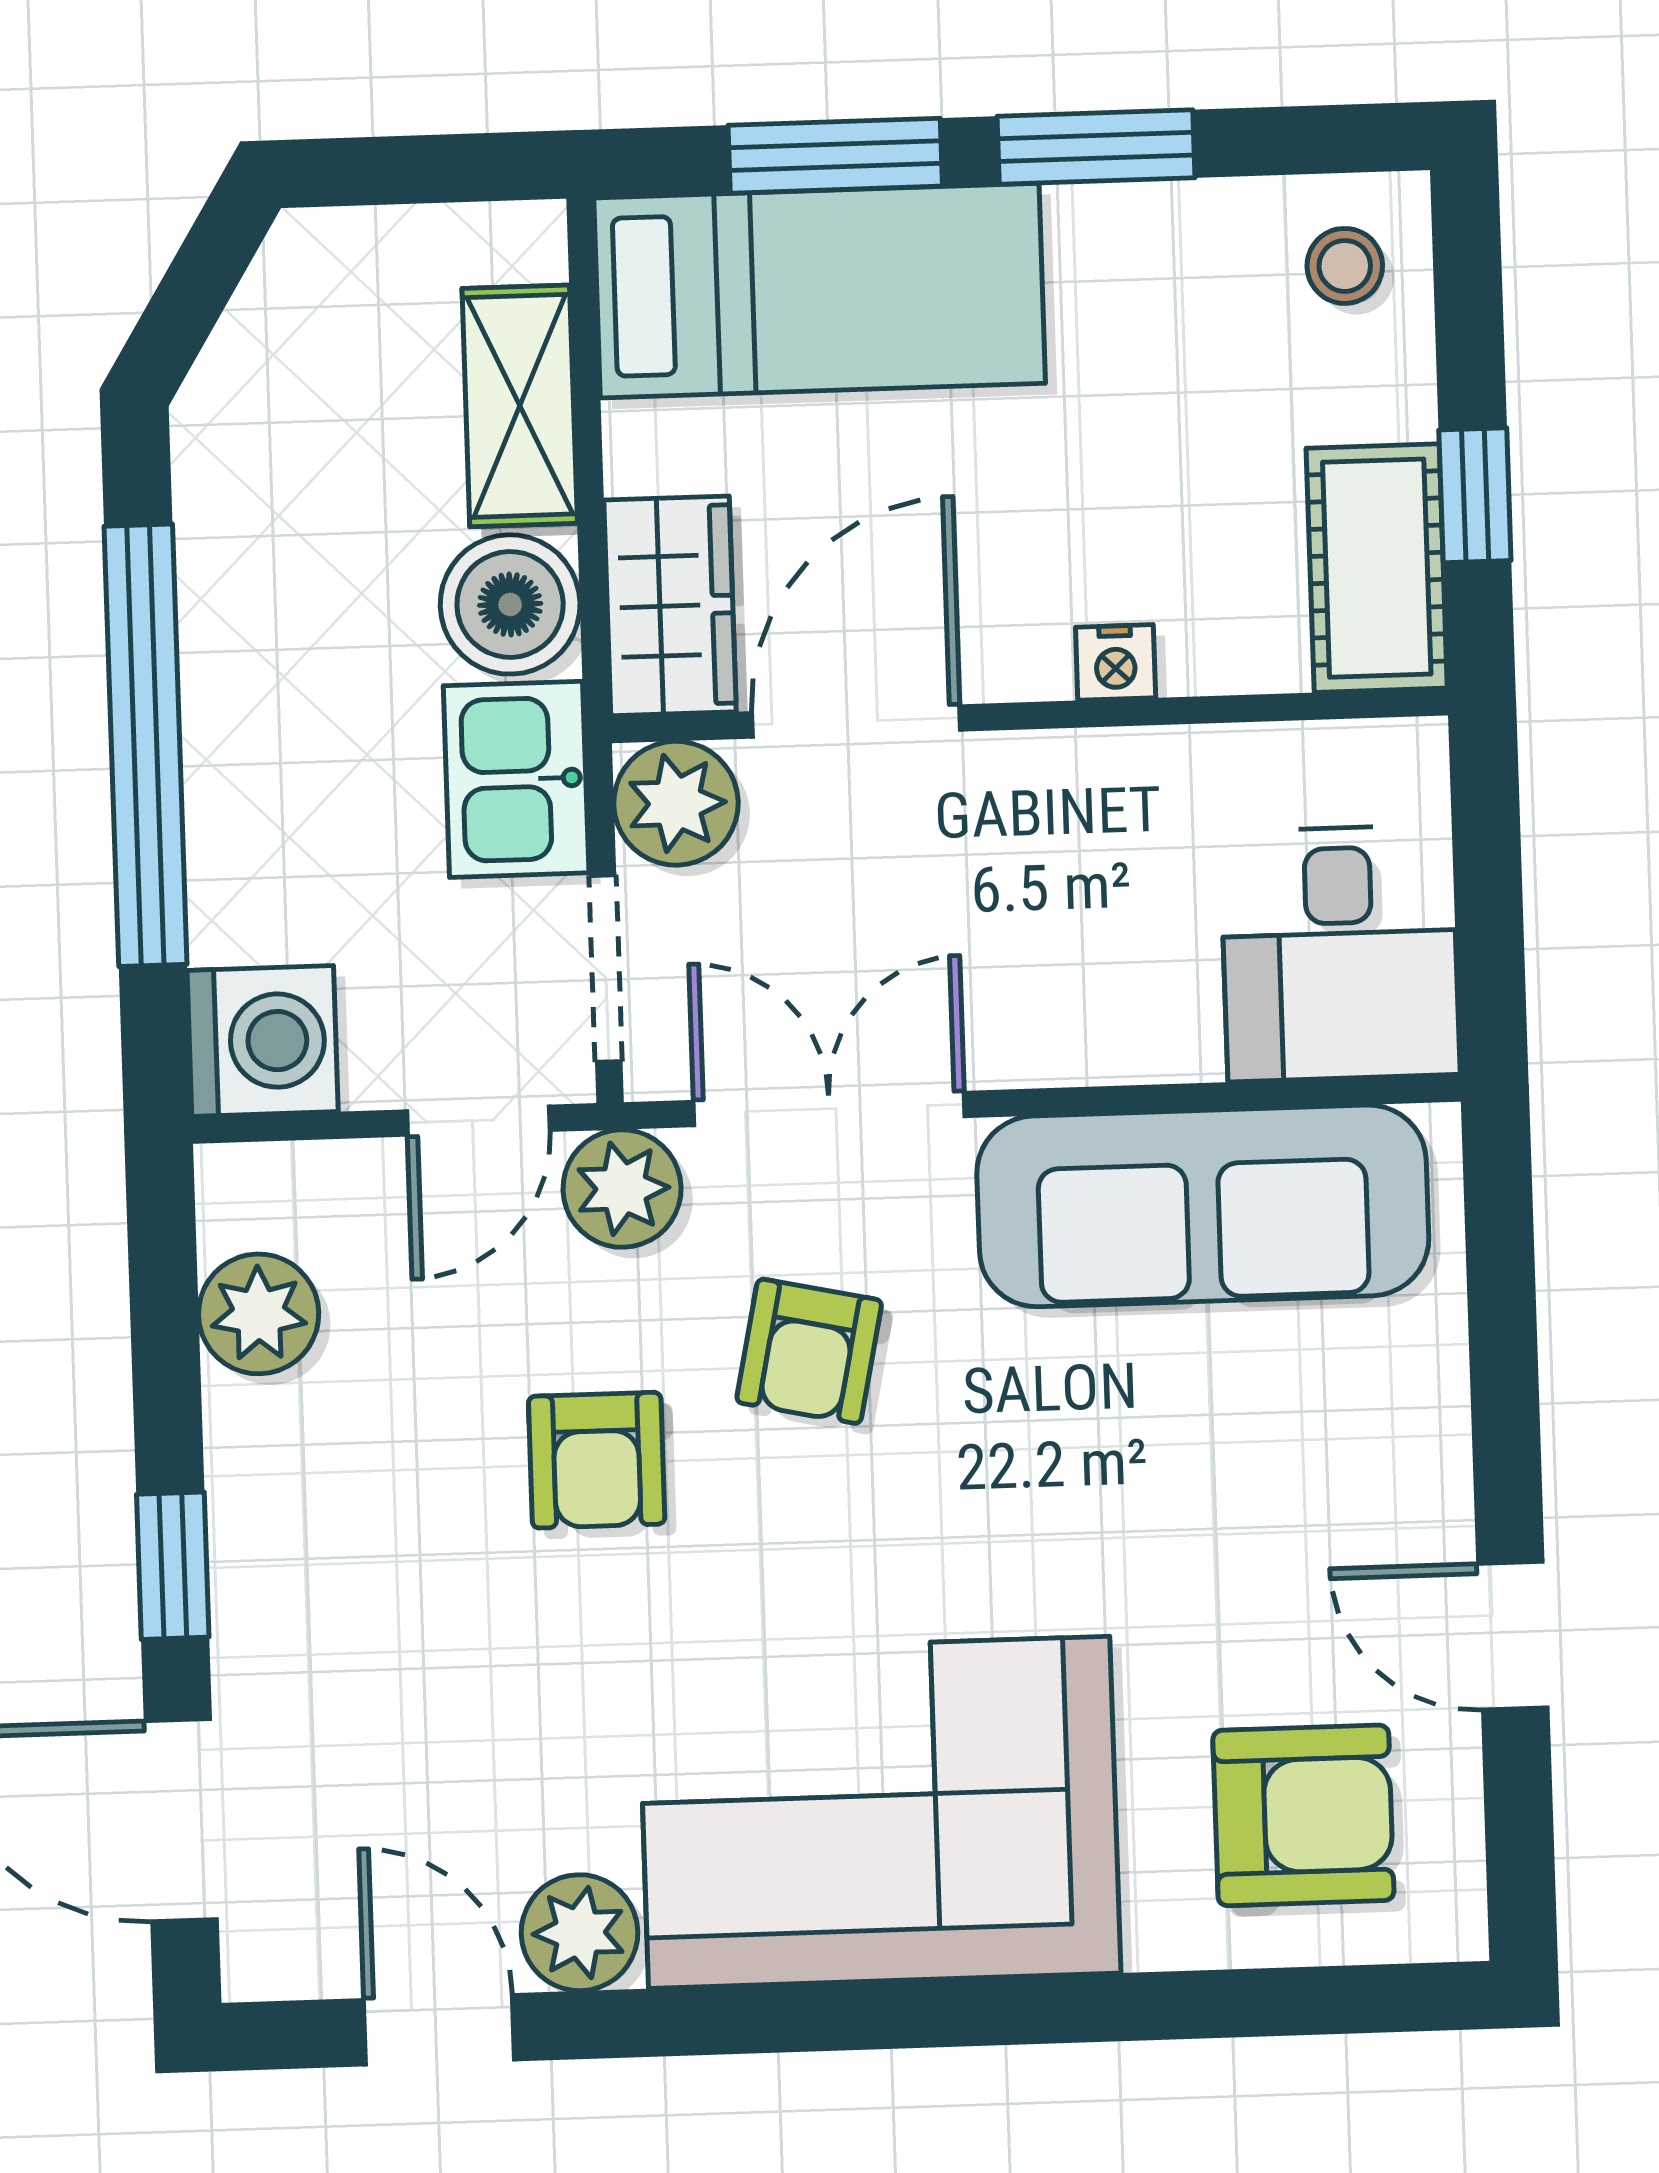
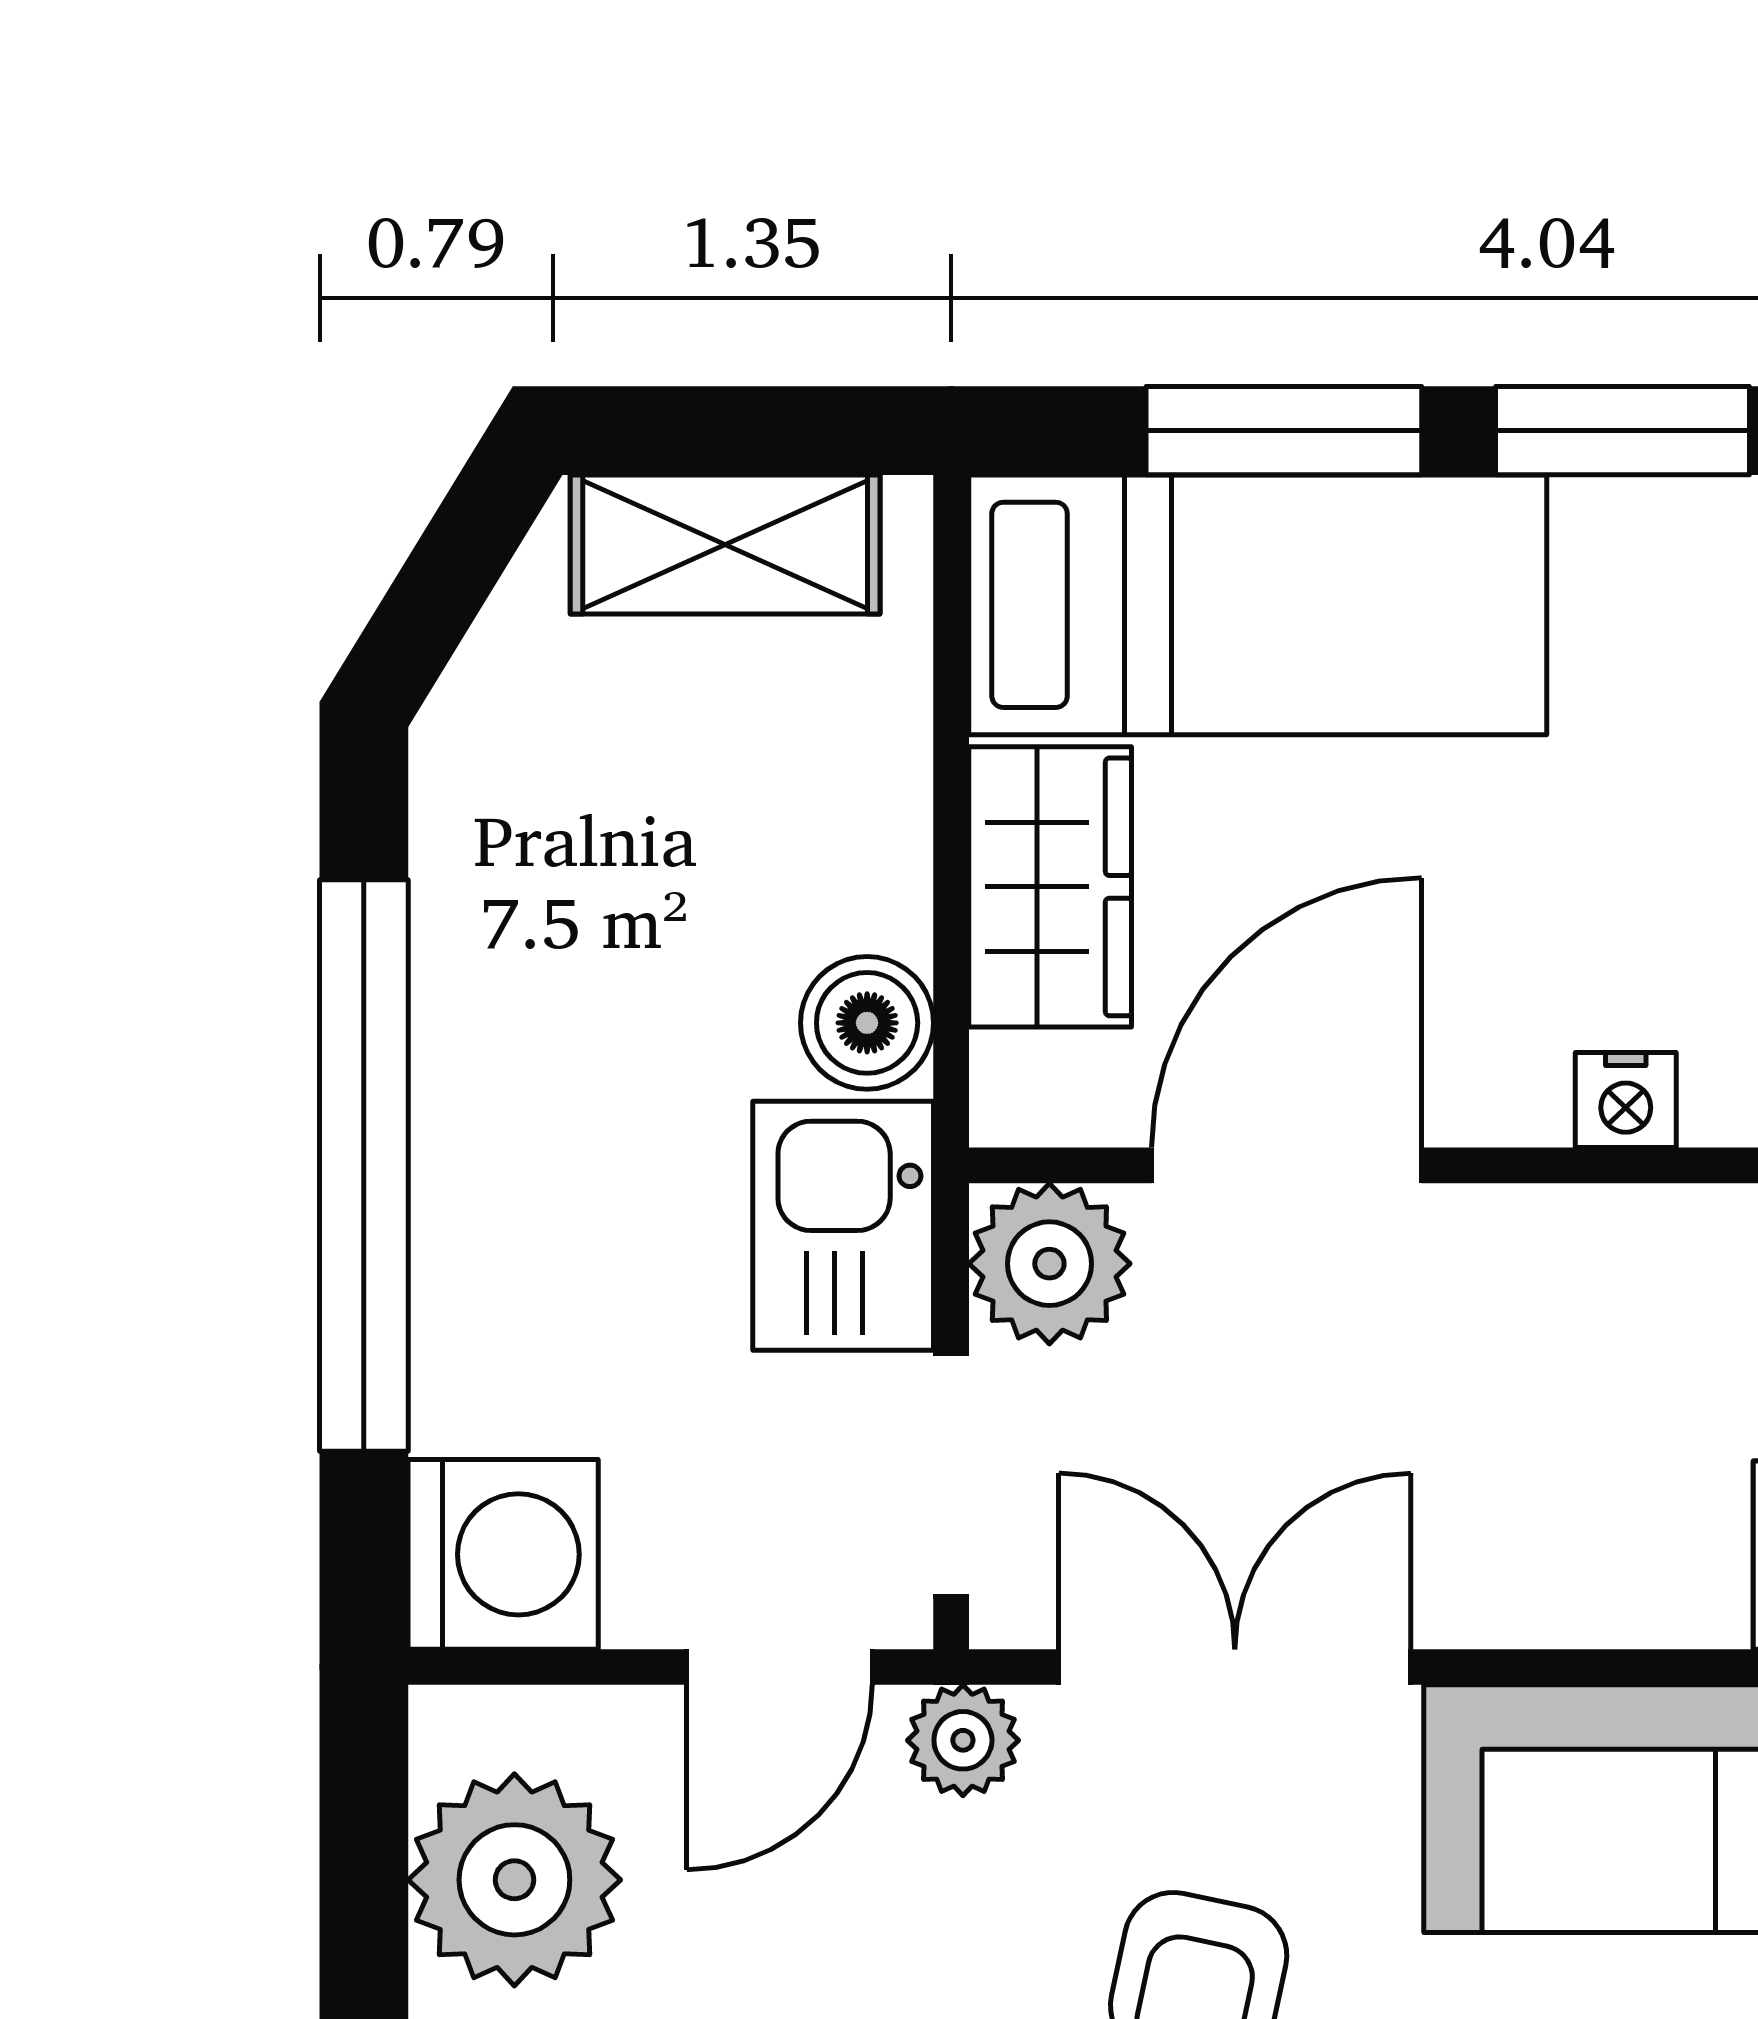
shelving: (520, 406) -> (725, 544), moved, turned 90
boiler: (510, 604) -> (867, 1023), width x0.73, depth x0.73
wardrobe: (670, 606) -> (1050, 887), moved
plant: (622, 1189) -> (963, 1740), width x0.73, depth x0.73
plant: (259, 1314) -> (514, 1880), width x1.36, depth x1.36

